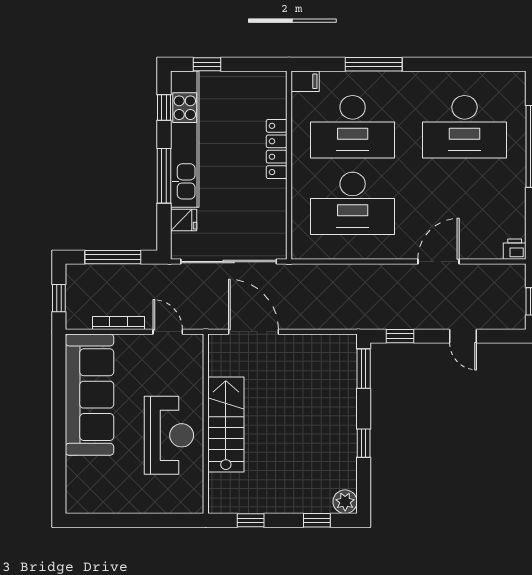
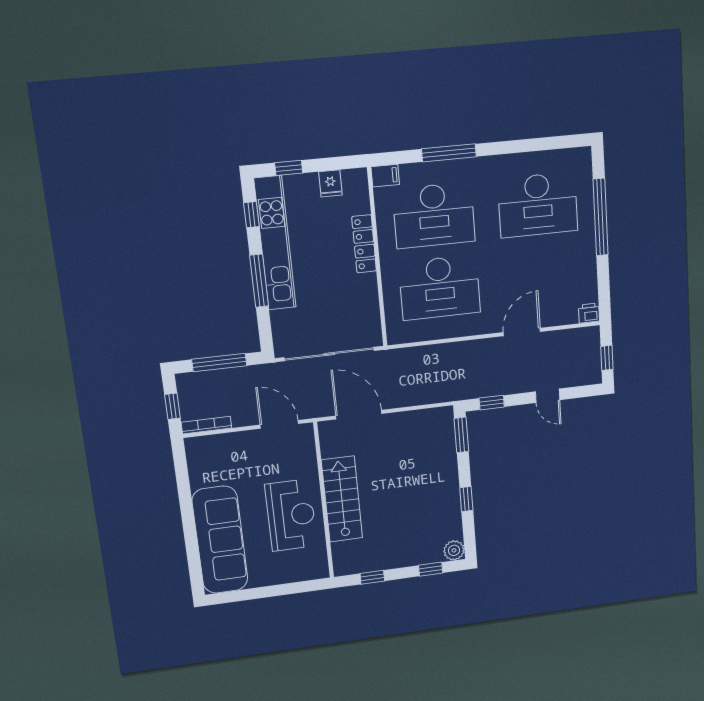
fridge: (184, 220) -> (330, 183), moved, turned 90
bookcase: (119, 323) -> (206, 425), moved
door: (168, 332) -> (279, 424), width x1.38
sofa: (90, 395) -> (220, 540), moved

